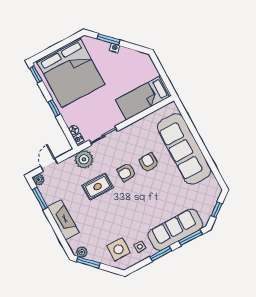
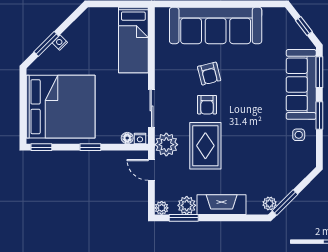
armchair: (149, 162) -> (209, 74), turned -104
door: (49, 165) -> (151, 170), moved
rug: (98, 187) -> (205, 146), width x1.36, depth x1.43
plant: (50, 196) -> (187, 205), added
side table: (119, 249) -> (289, 160), removed

